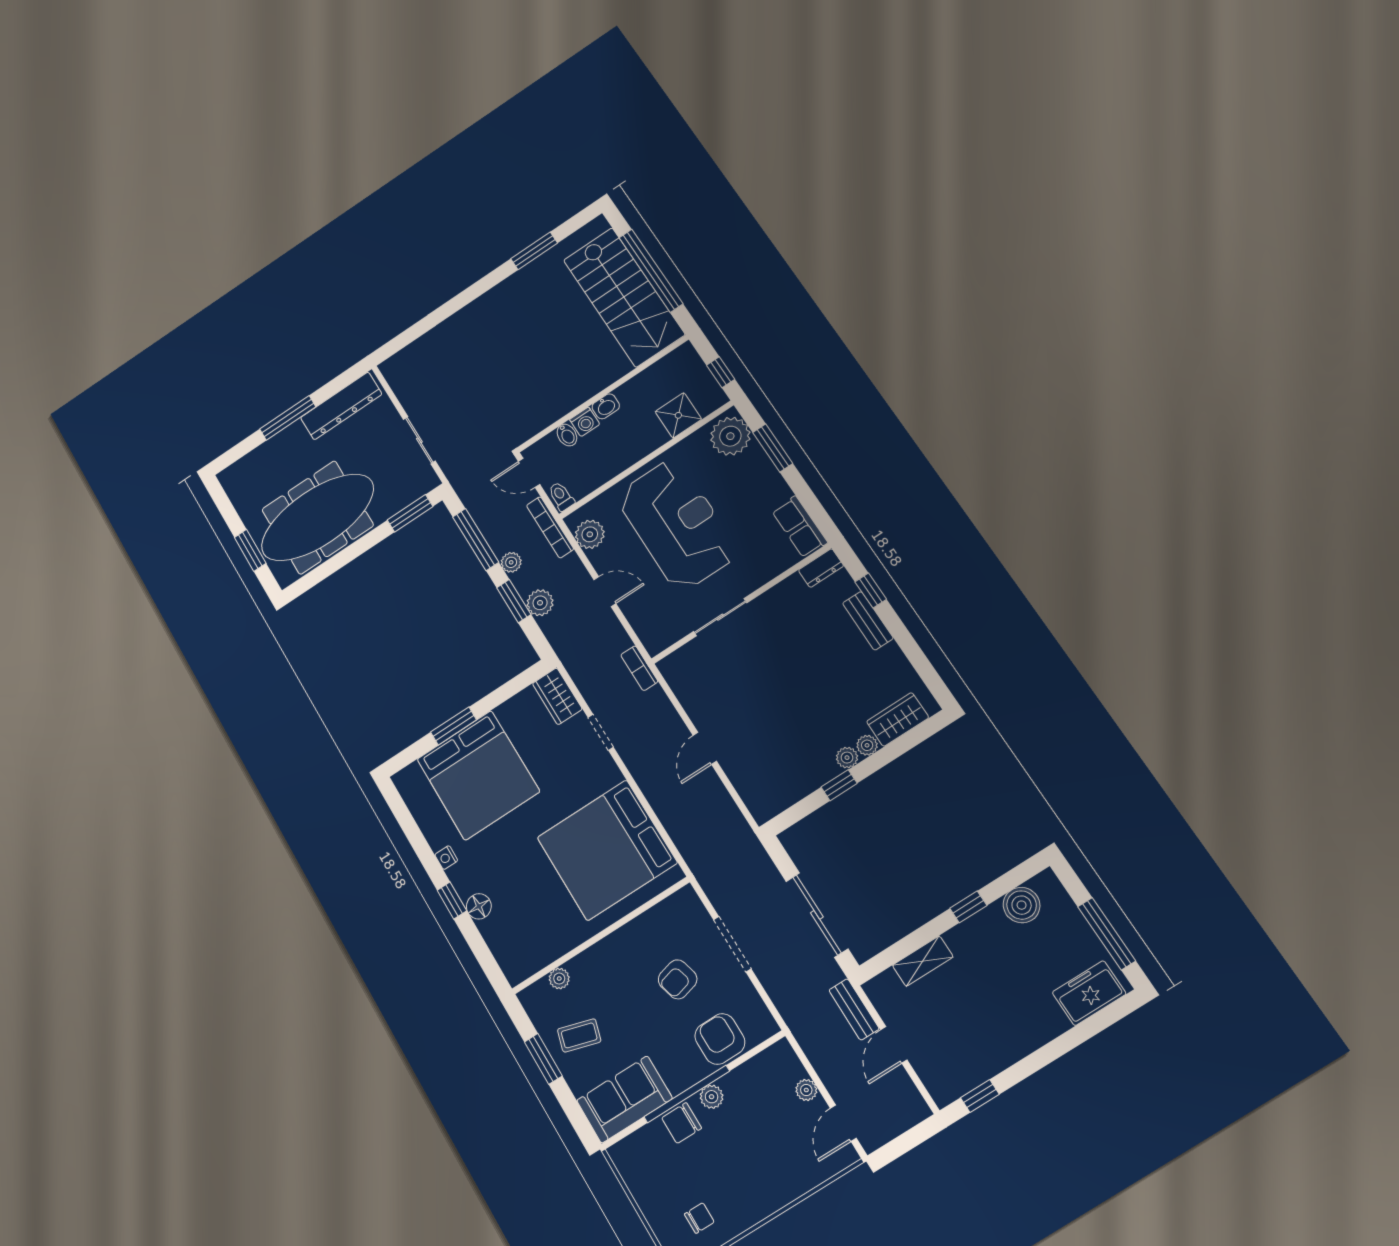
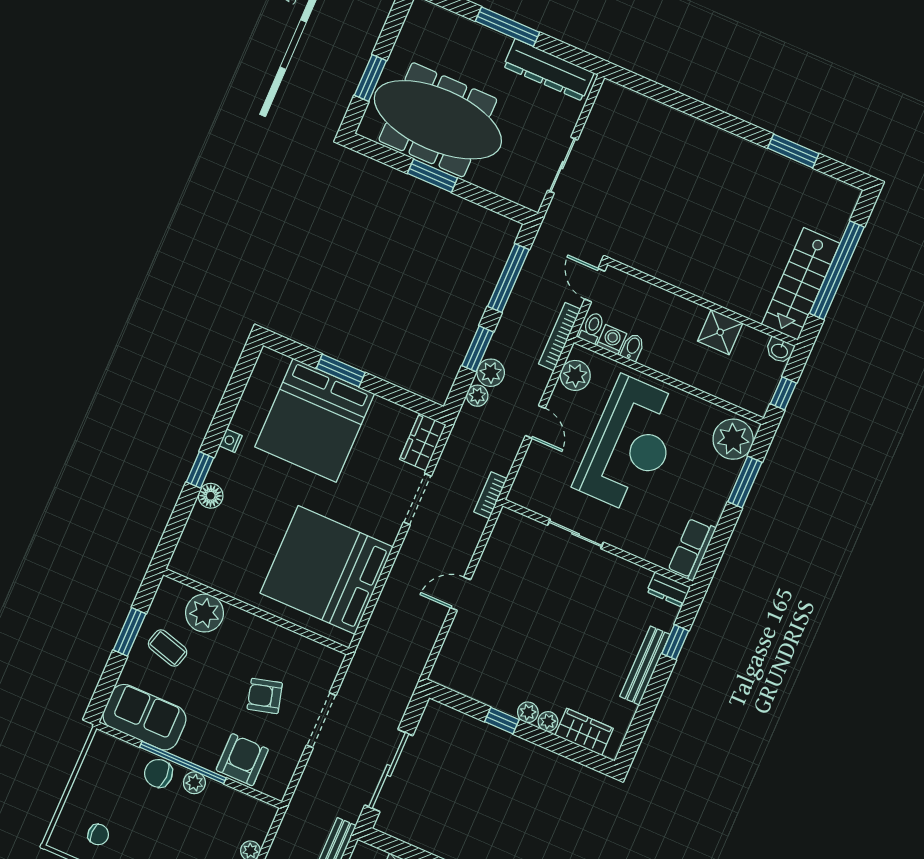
stairs: (624, 297) -> (801, 284), width x0.73, depth x0.66
washbasin: (606, 406) -> (780, 350), moved
shower: (678, 415) -> (720, 332), moved
washing machine: (585, 422) -> (612, 340), moved, turned 180
bidet: (567, 435) -> (633, 347), moved, turned 180
window: (410, 513) -> (432, 176), moved
plant: (511, 562) -> (477, 396), moved
bench: (868, 621) -> (645, 665), width x1.36
doorway: (601, 732) -> (417, 499), width x1.38
plant: (559, 979) -> (205, 613), width x1.87, depth x1.87

